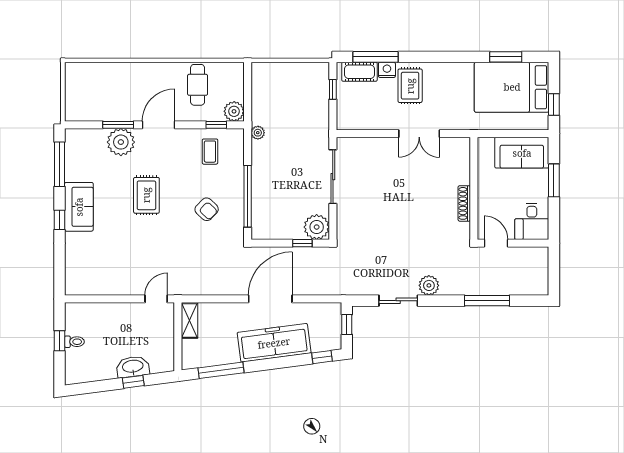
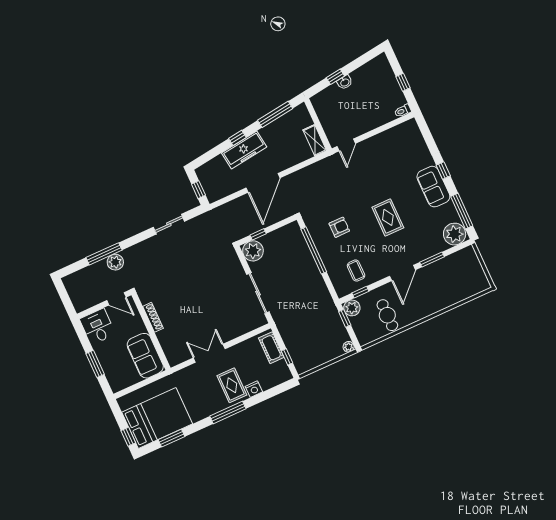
window: (375, 57) -> (228, 412), moved
cot: (359, 72) -> (271, 348), moved, turned 90
window: (248, 103) -> (345, 318), added
window: (554, 105) -> (128, 437), moved
plant: (258, 133) -> (349, 347), moved
plant: (121, 142) -> (455, 234), moved
sofa: (522, 153) -> (145, 356), moved, turned -90
armchair: (207, 209) -> (339, 227), turned 136
plant: (429, 285) -> (115, 262), moved
toilet: (74, 342) -> (403, 111), moved
freezer: (274, 343) -> (244, 150), width x0.73, depth x0.79
window: (322, 357) -> (237, 138), moved
washbasin: (133, 367) -> (345, 82), width x0.52, depth x0.69

